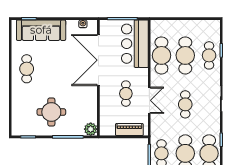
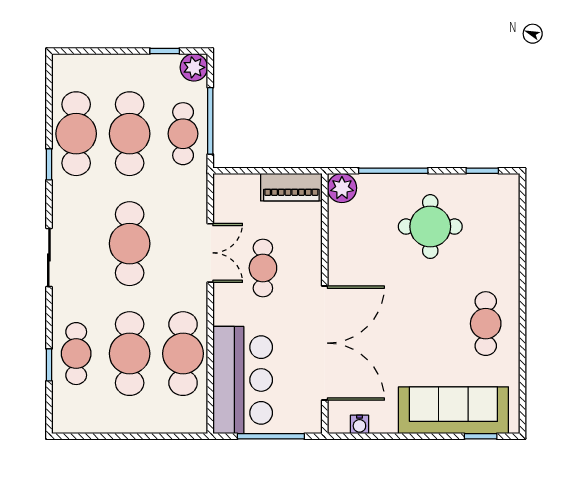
double door: (149, 100) -> (210, 253), swing flipped
cafe table: (185, 104) -> (130, 244), width x1.37, depth x1.35
piano: (129, 130) -> (291, 187), moved

